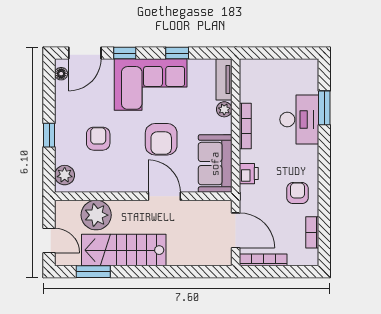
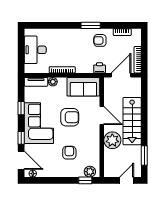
window: (324, 108) -> (91, 25), moved
desk: (299, 119) -> (35, 50), moved, turned -90
window: (49, 135) -> (85, 180), moved
armchair: (98, 139) -> (69, 153), turned 90
printer: (249, 174) -> (100, 68), moved
door: (164, 196) -> (102, 115), swing flipped
plant: (96, 215) -> (112, 140), moved
stairs: (124, 250) -> (132, 121), moved

